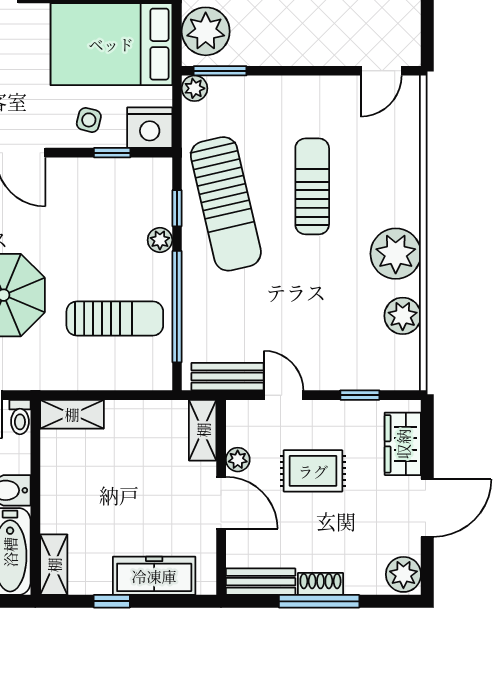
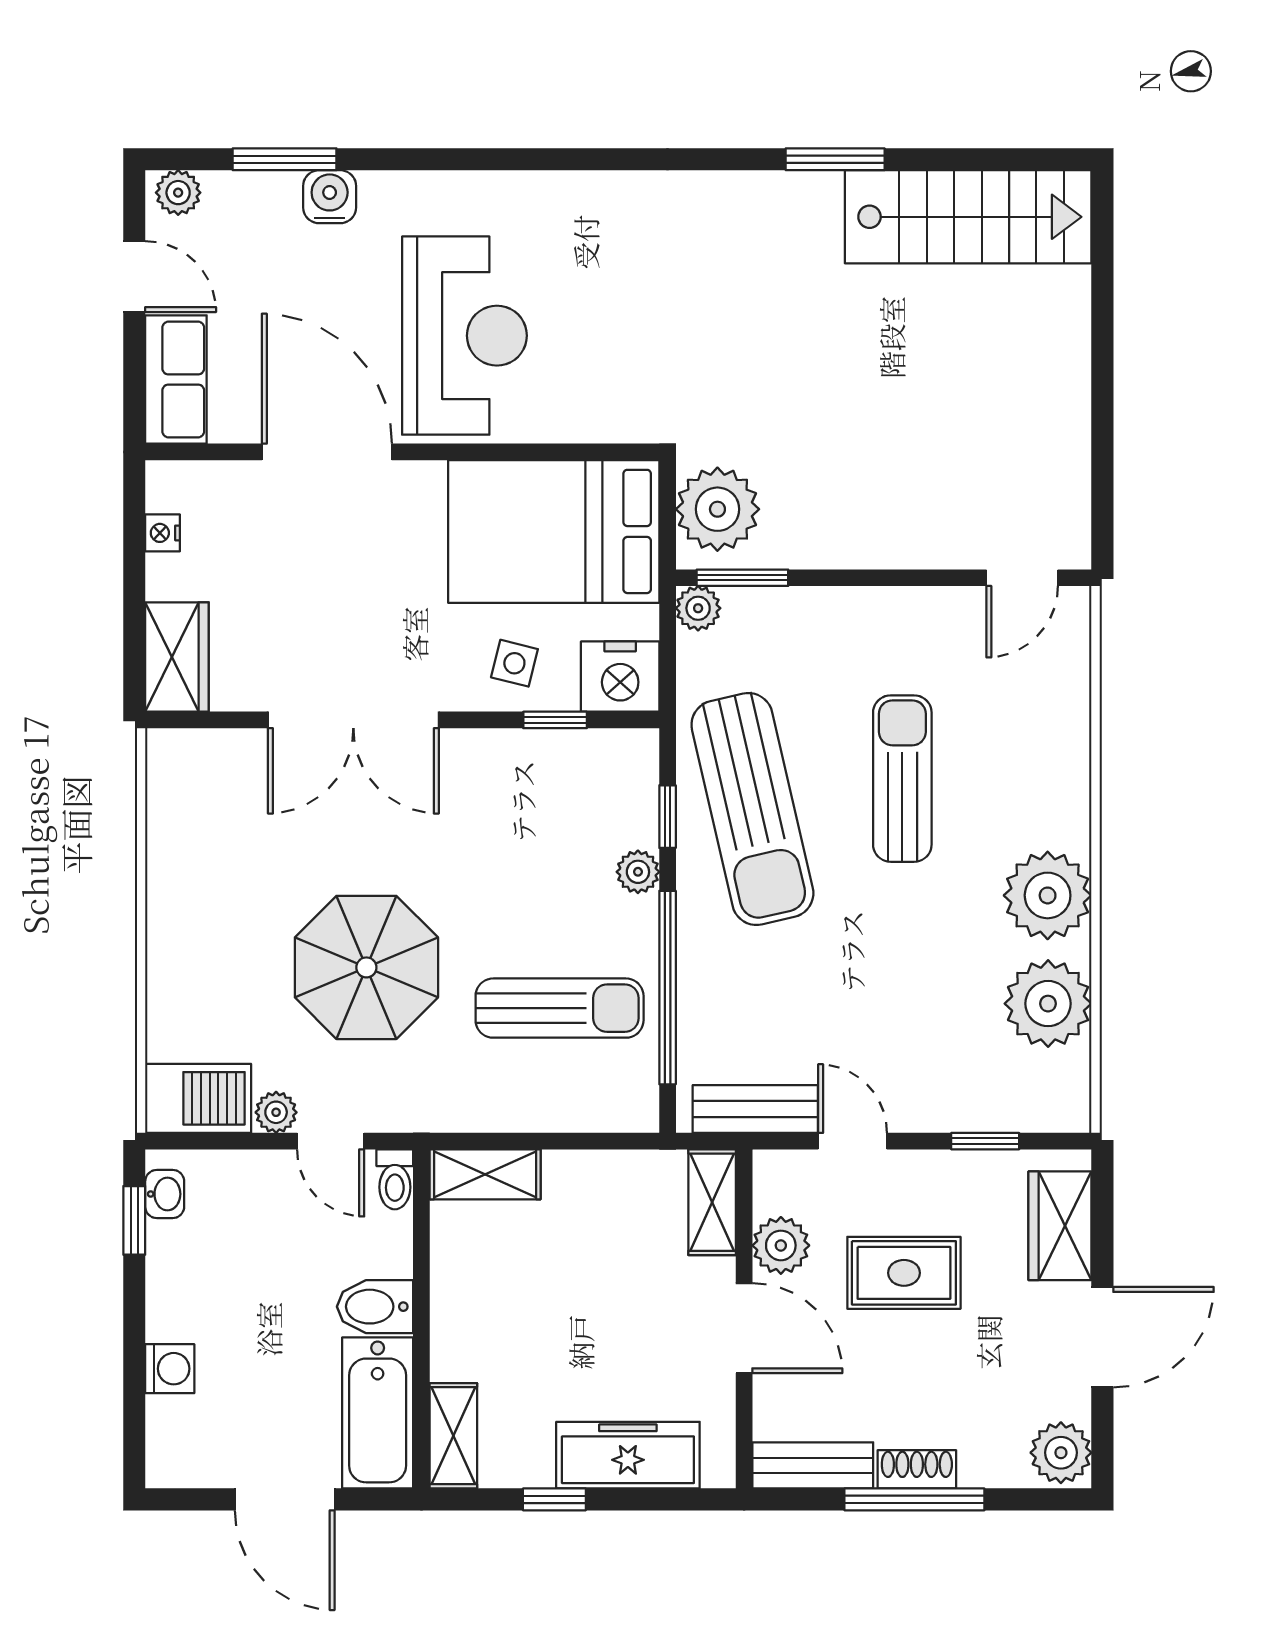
plant: (403, 316) -> (1048, 1004), width x1.36, depth x1.36
plant: (238, 460) -> (781, 1245), width x1.38, depth x1.38

